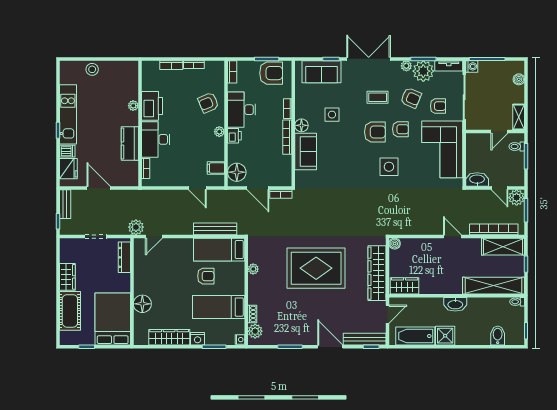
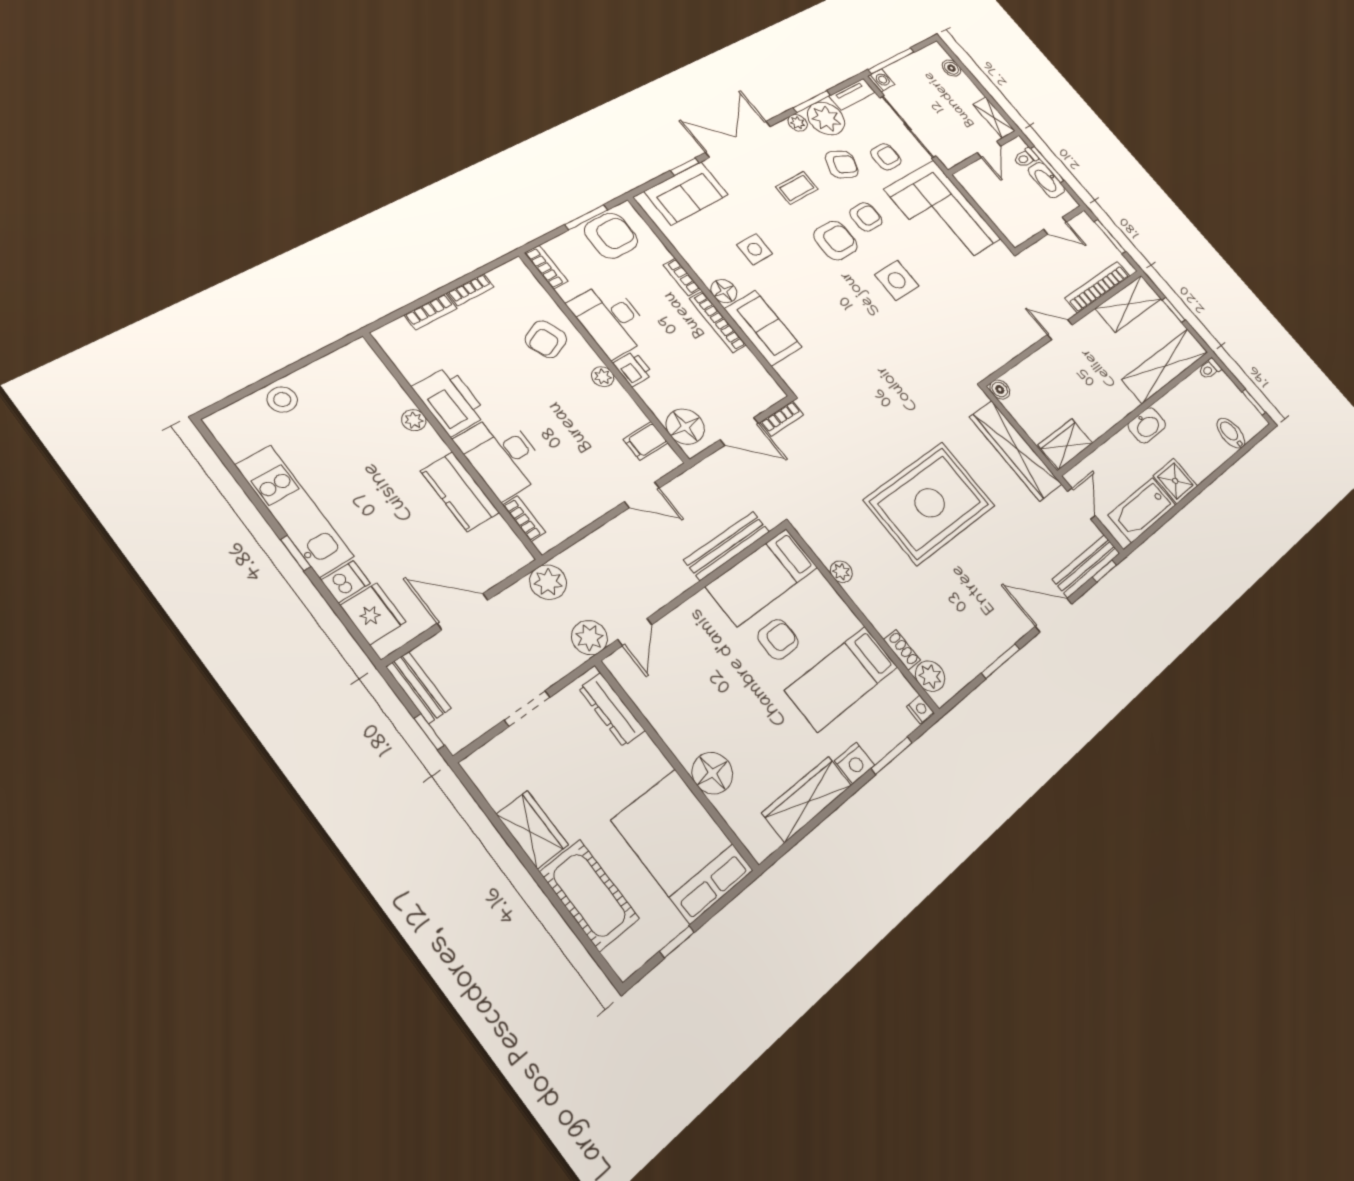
washbasin: (477, 180) -> (1046, 180), moved, turned -90
plant: (517, 198) -> (548, 582), moved

